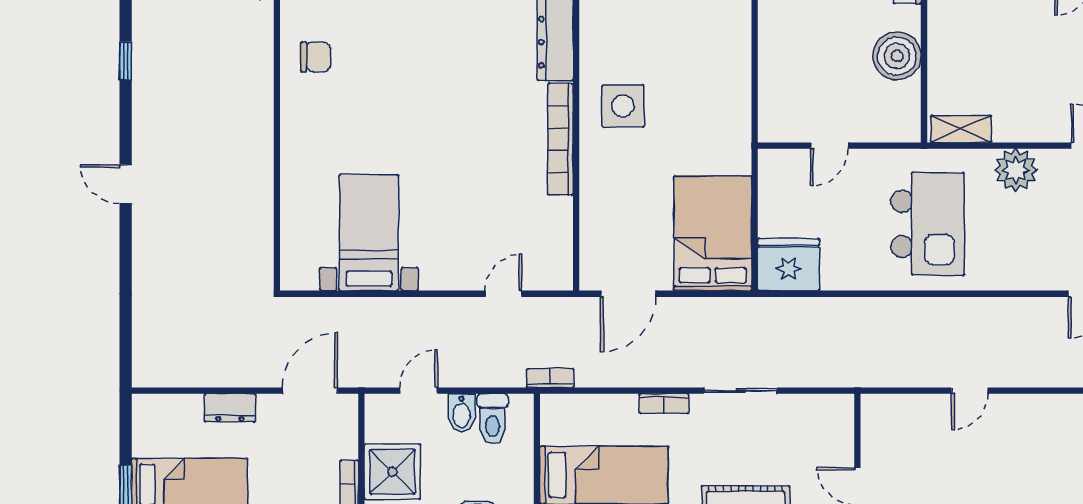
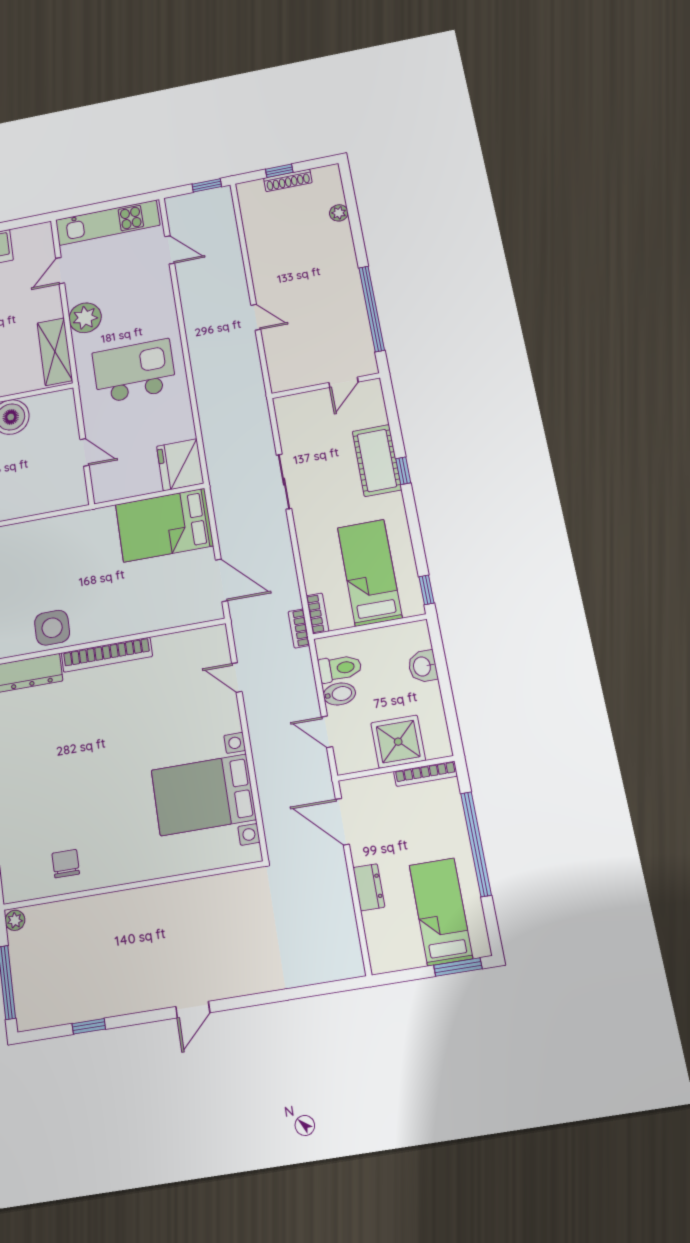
side table: (623, 106) -> (52, 628), moved
shelving: (961, 129) -> (55, 352), width x1.50, depth x1.33
bed with nightstands: (369, 233) -> (203, 795), width x1.36
bookcase: (664, 404) -> (317, 614), moved

